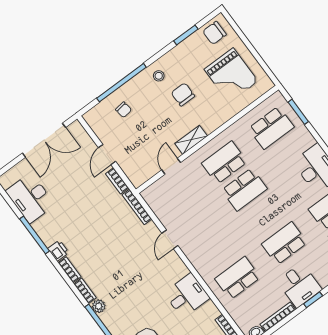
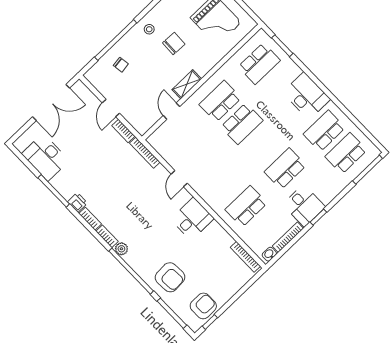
chair: (183, 94) -> (174, 43), turned 92
desk: (187, 295) -> (192, 219), moved

